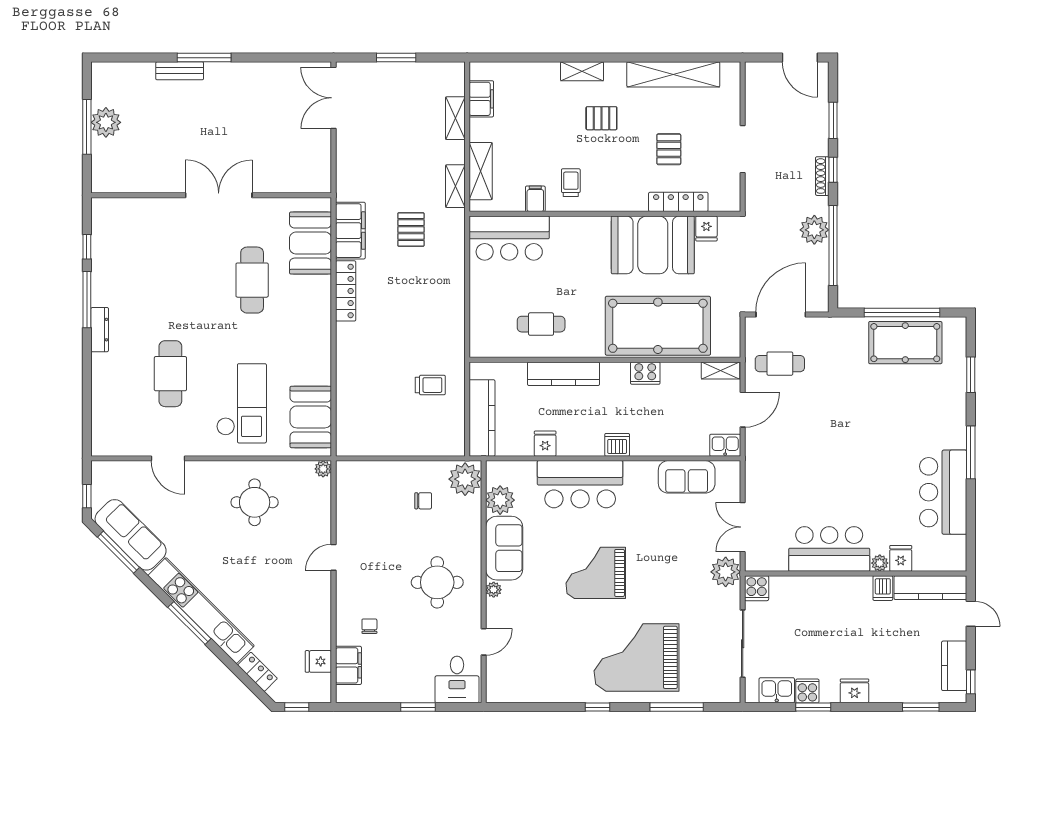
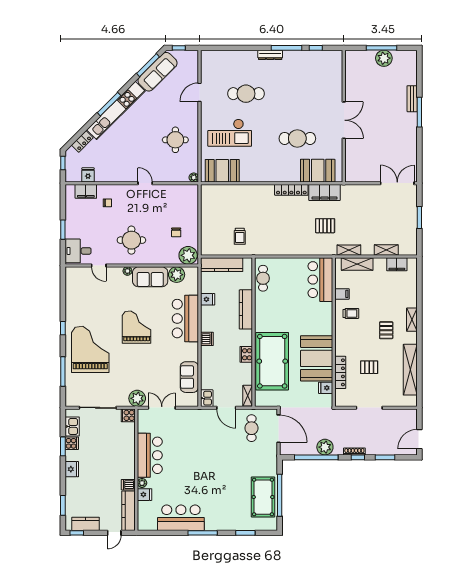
cafe table: (541, 324) -> (263, 278), moved

